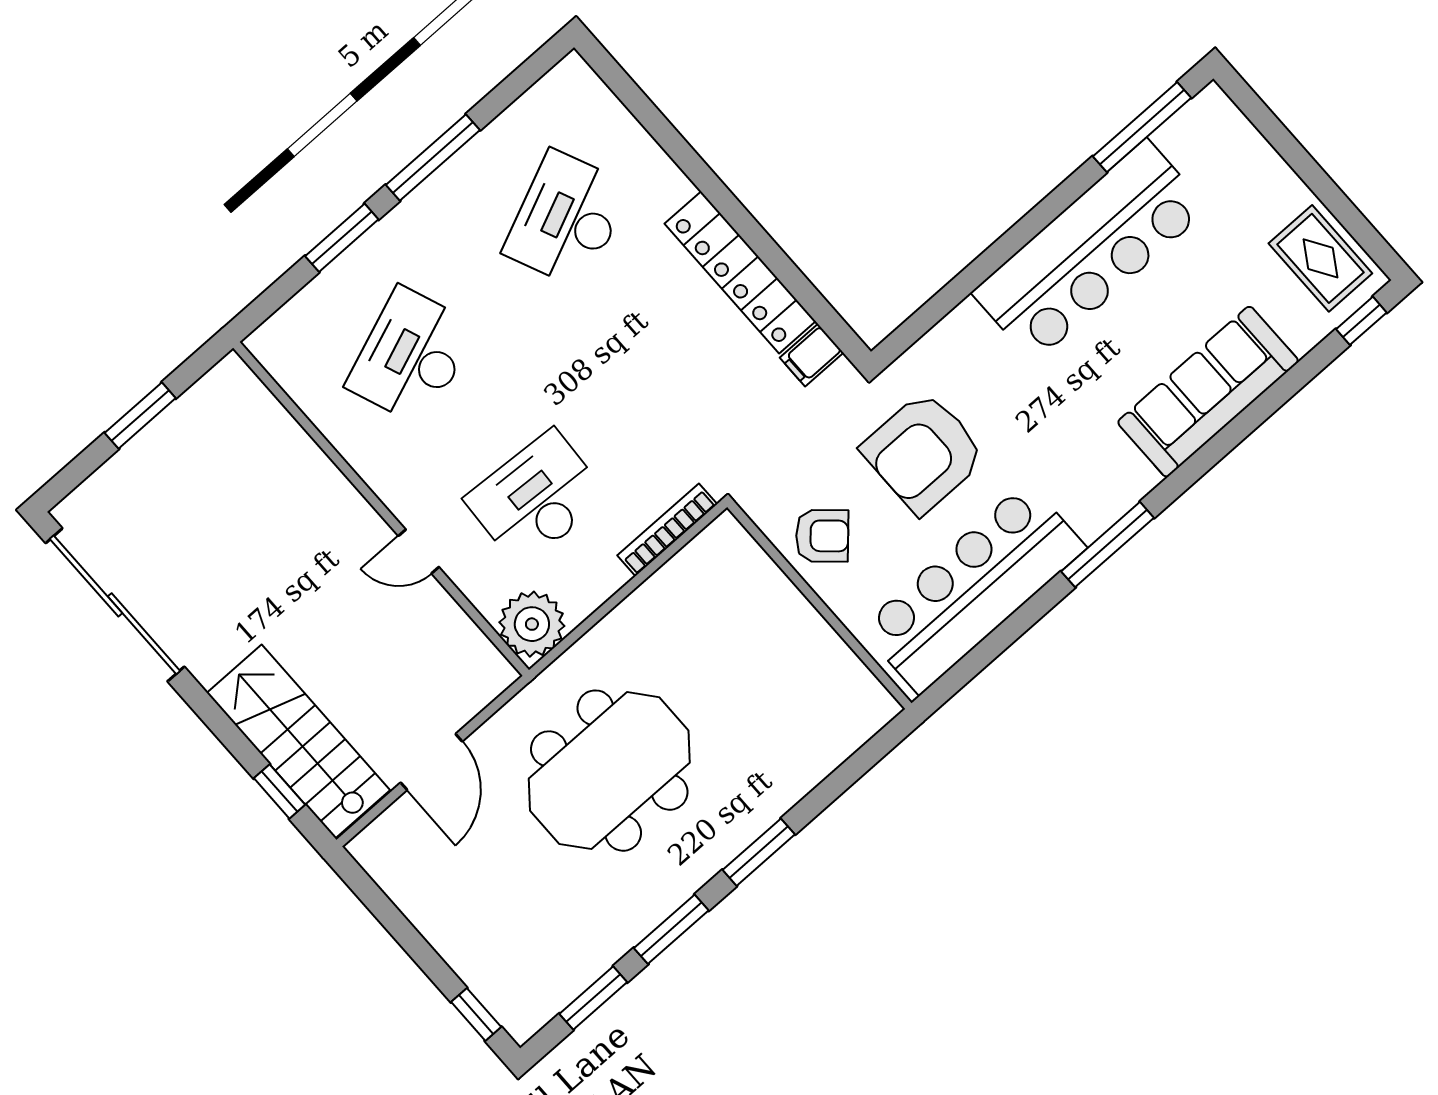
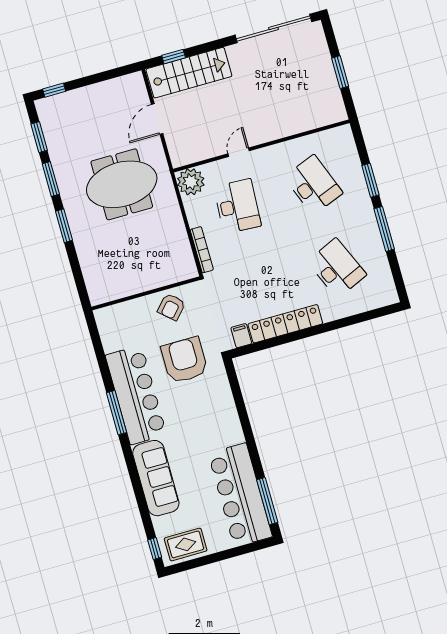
bar counter: (1090, 251) -> (240, 495), moved
bar counter: (973, 588) -> (136, 395), moved
door: (431, 762) -> (157, 119), hinge flipped
meeting table: (609, 771) -> (122, 184), turned 90

